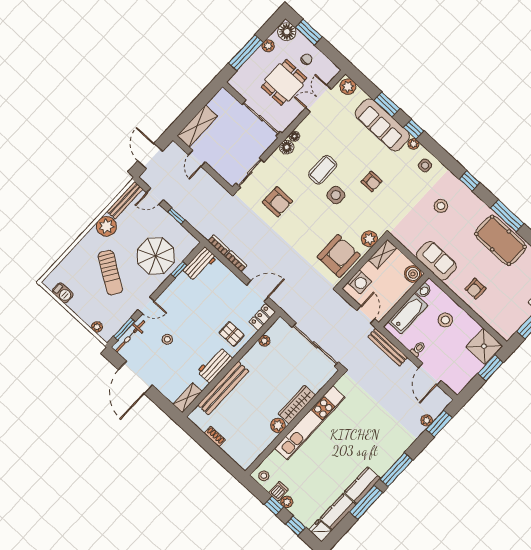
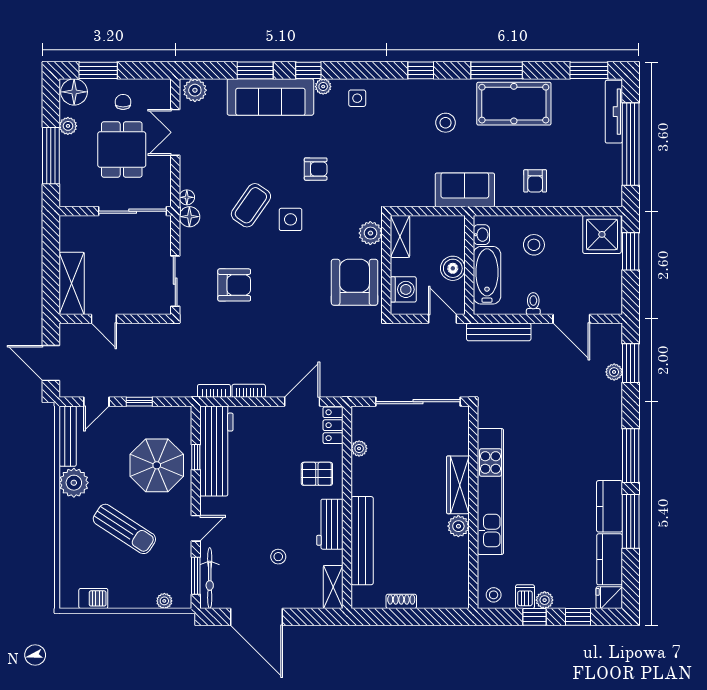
coffee table: (323, 170) -> (251, 205), turned 35
stool: (441, 206) -> (446, 123), moved
workbench: (200, 264) -> (216, 451), width x1.88, depth x1.32
boiler: (413, 274) -> (453, 268), moved
stool: (167, 339) -> (278, 557), moved

